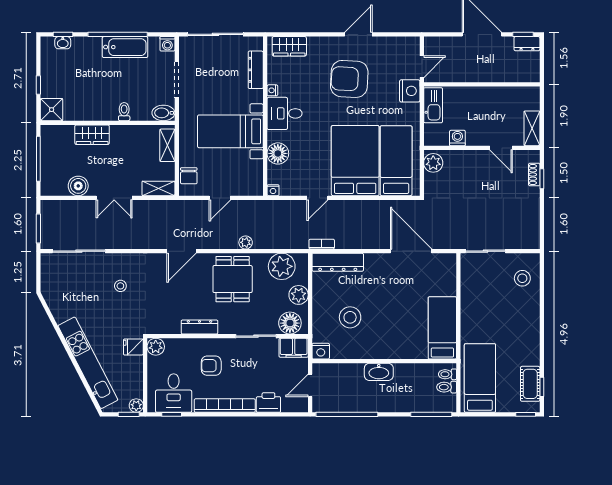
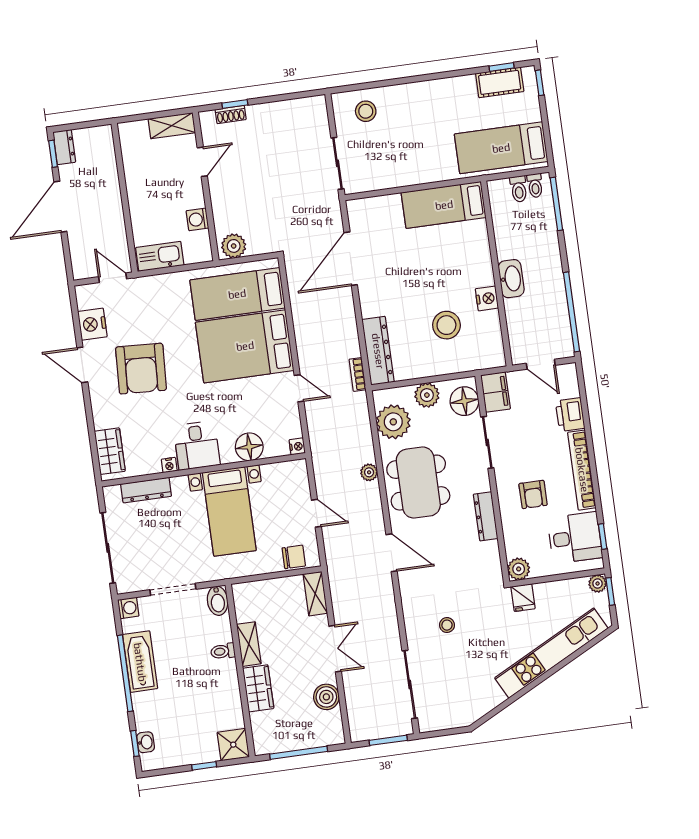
nightstand: (410, 91) -> (92, 324), moved, turned -90
shelving: (167, 145) -> (249, 644), moved, turned 90
dining table: (233, 279) -> (418, 483), width x1.38
nightstand: (321, 351) -> (487, 298), moved
toilet: (447, 374) -> (535, 186), moved

